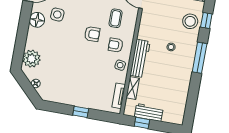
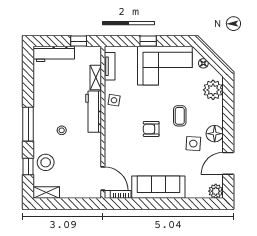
coffee table: (116, 18) -> (180, 116), moved
armchair: (116, 45) -> (123, 121), removed
corner sofa: (70, 88) -> (165, 66), added
workbench: (149, 112) -> (54, 54), moved, width x1.38

